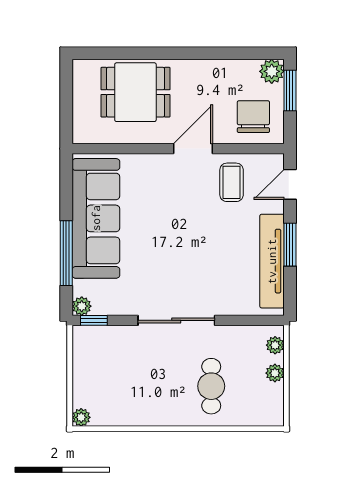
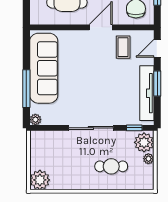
window: (94, 320) -> (134, 128), moved
plant: (275, 345) -> (144, 142), width x1.88, depth x1.88
cafe table: (211, 386) -> (111, 166), turned 90
plant: (81, 417) -> (40, 180), width x1.88, depth x1.88

